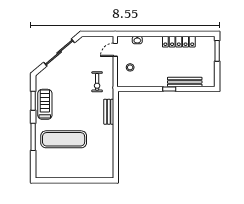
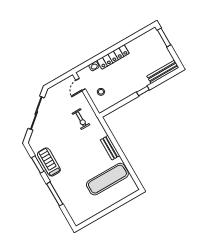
locker: (179, 42) -> (113, 57), moved
bench: (185, 82) -> (163, 72), moved
bench: (109, 112) -> (110, 148), moved
exercise mat: (64, 139) -> (107, 179), moved

